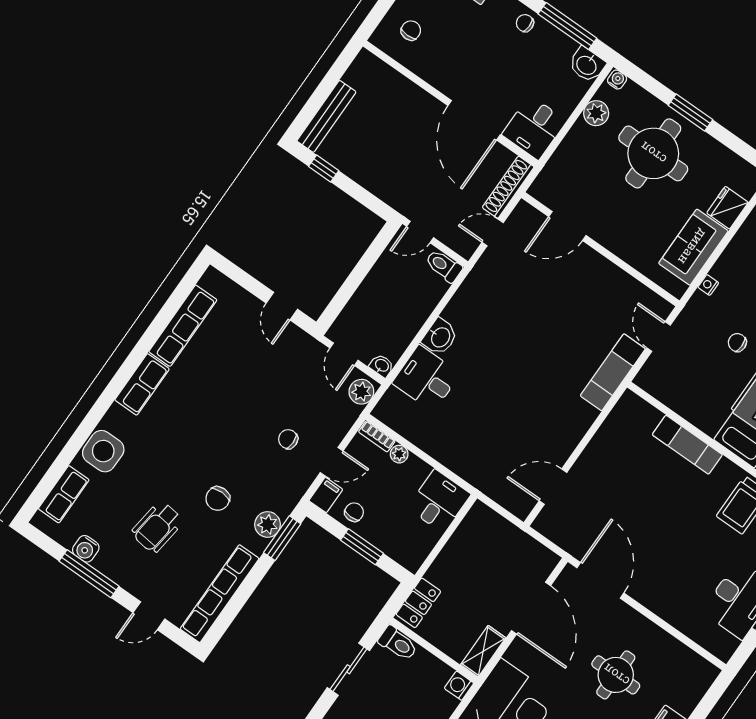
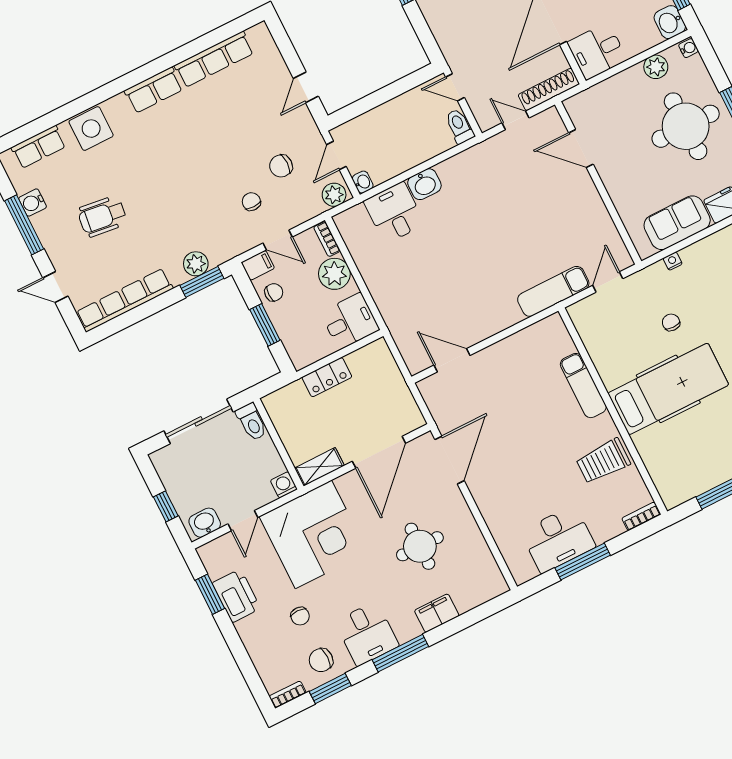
plant: (399, 454) -> (334, 274), width x1.88, depth x1.88
chair: (218, 499) -> (281, 166), moved
locker: (418, 603) -> (327, 377), moved
sliding door: (348, 669) -> (199, 421), width x1.37

